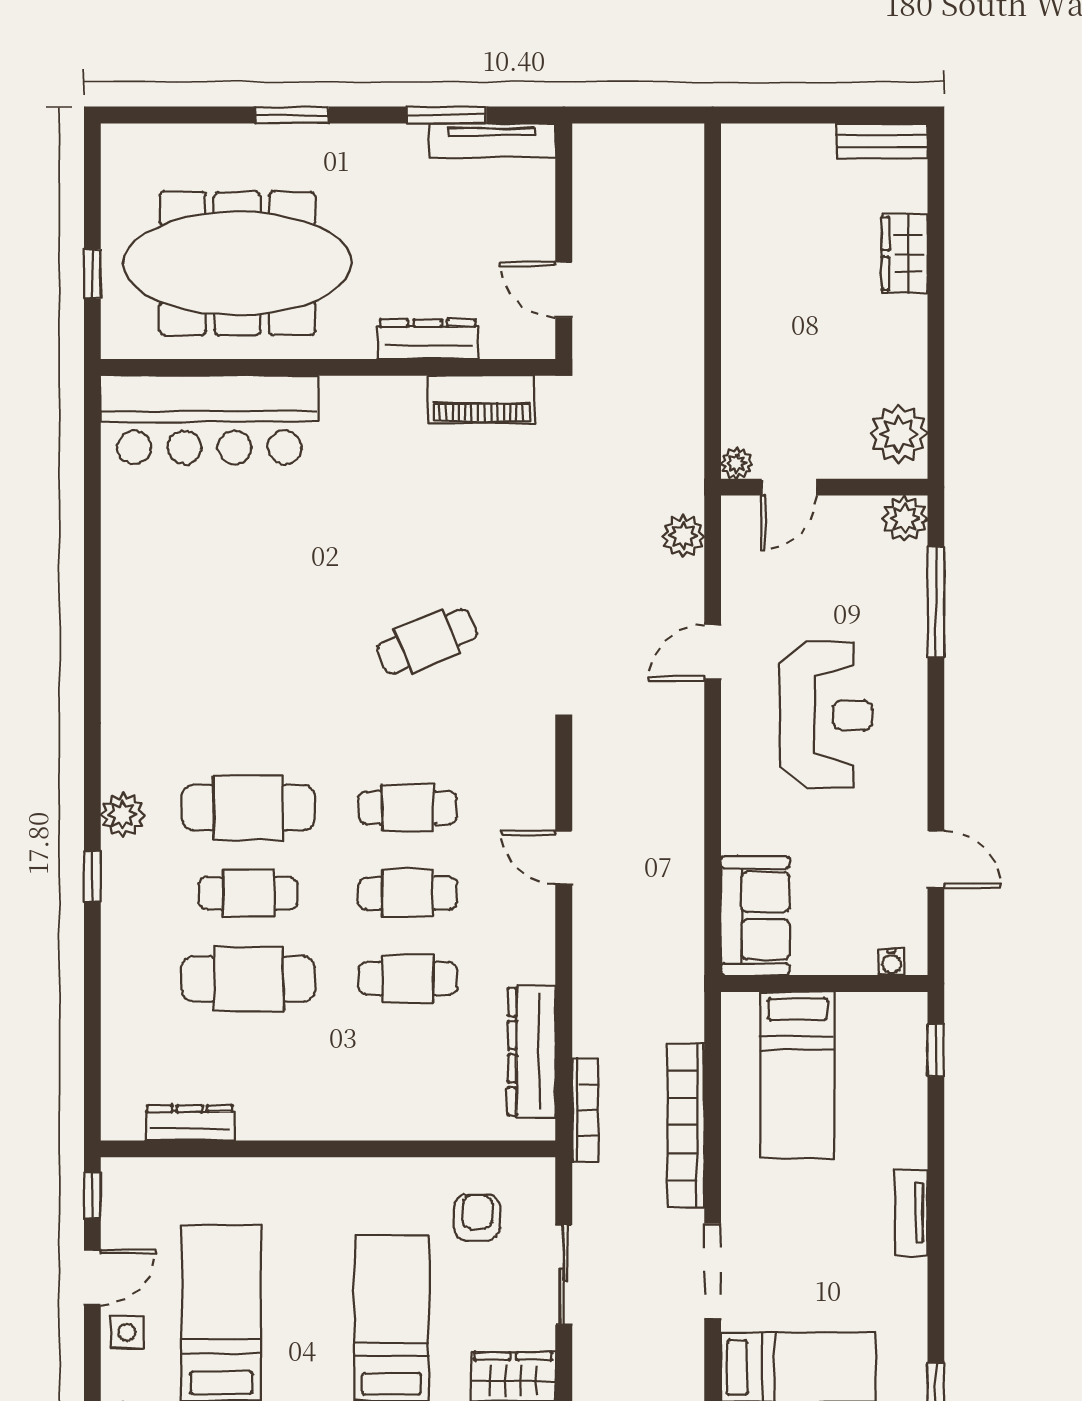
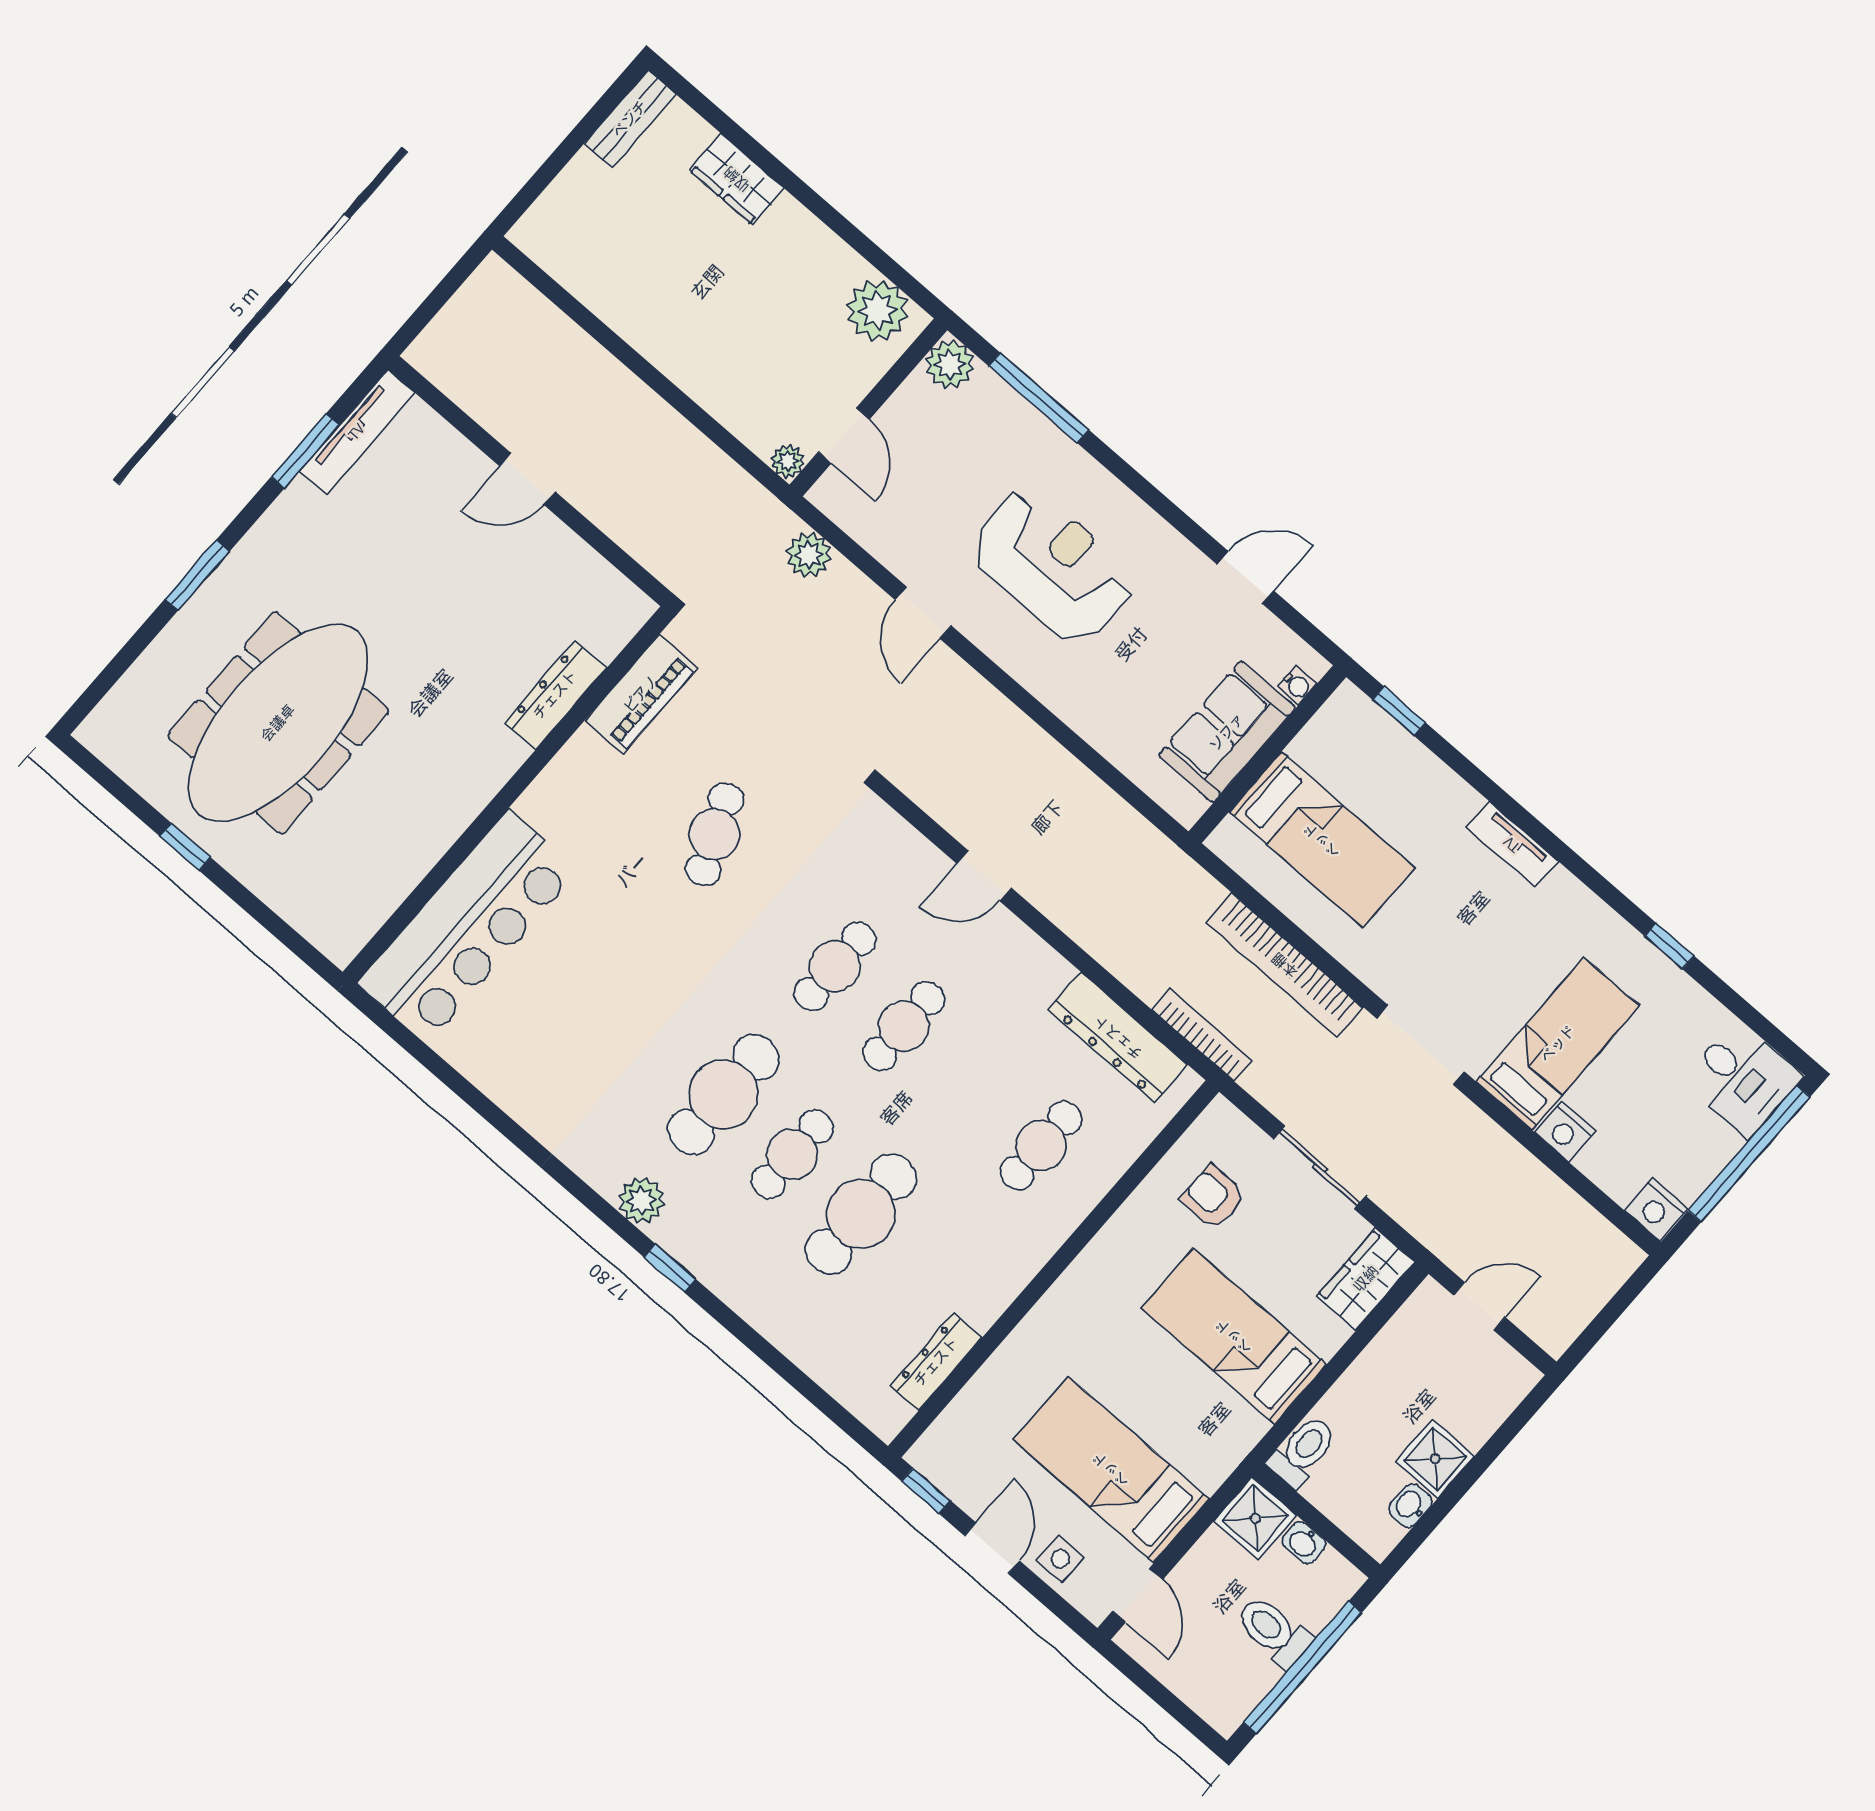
dresser: (428, 339) -> (555, 695), moved
wall: (328, 367) -> (508, 795), moved
piano: (481, 399) -> (641, 694), moved
bar counter: (209, 420) -> (468, 927), moved
sofa: (755, 916) -> (1227, 732), moved, turned -90
cafe table: (408, 979) -> (1041, 1146), moved

